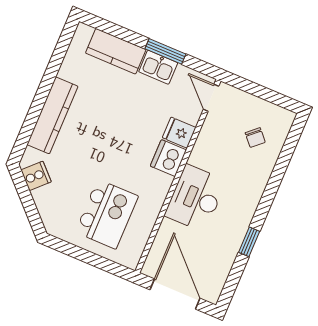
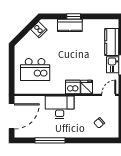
window: (39, 101) -> (74, 16), added
kitchen counter: (52, 115) -> (70, 25), width x0.67
window: (249, 242) -> (50, 140), width x2.17

